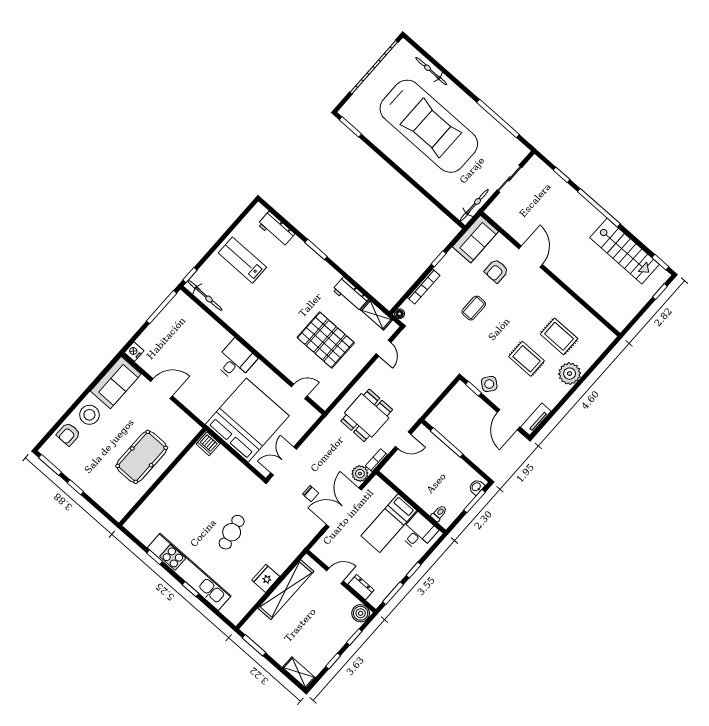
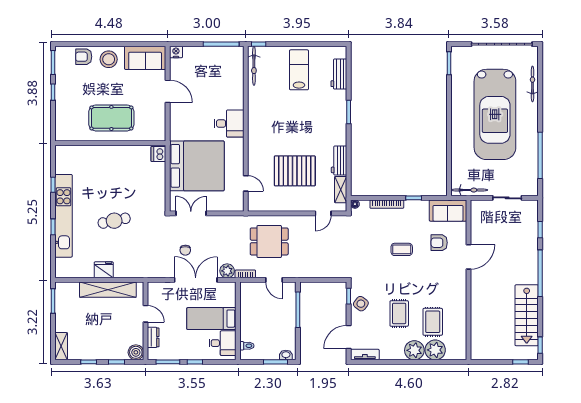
pallet: (326, 340) -> (295, 171), turned 90
plant: (585, 355) -> (435, 350), added

